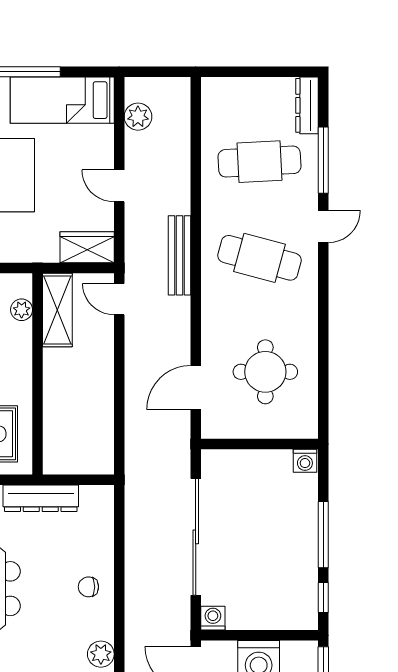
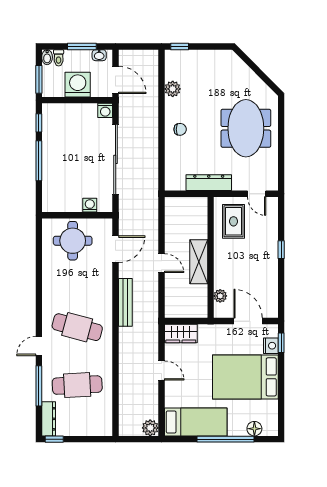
window: (298, 72) -> (54, 439), added
plant: (138, 117) -> (150, 428), moved
bench: (179, 255) -> (125, 302), moved
door: (119, 299) -> (162, 263), moved
shelving: (57, 310) -> (199, 262), moved
round table: (265, 372) -> (73, 241), moved
washing machine: (305, 461) -> (90, 205), moved

